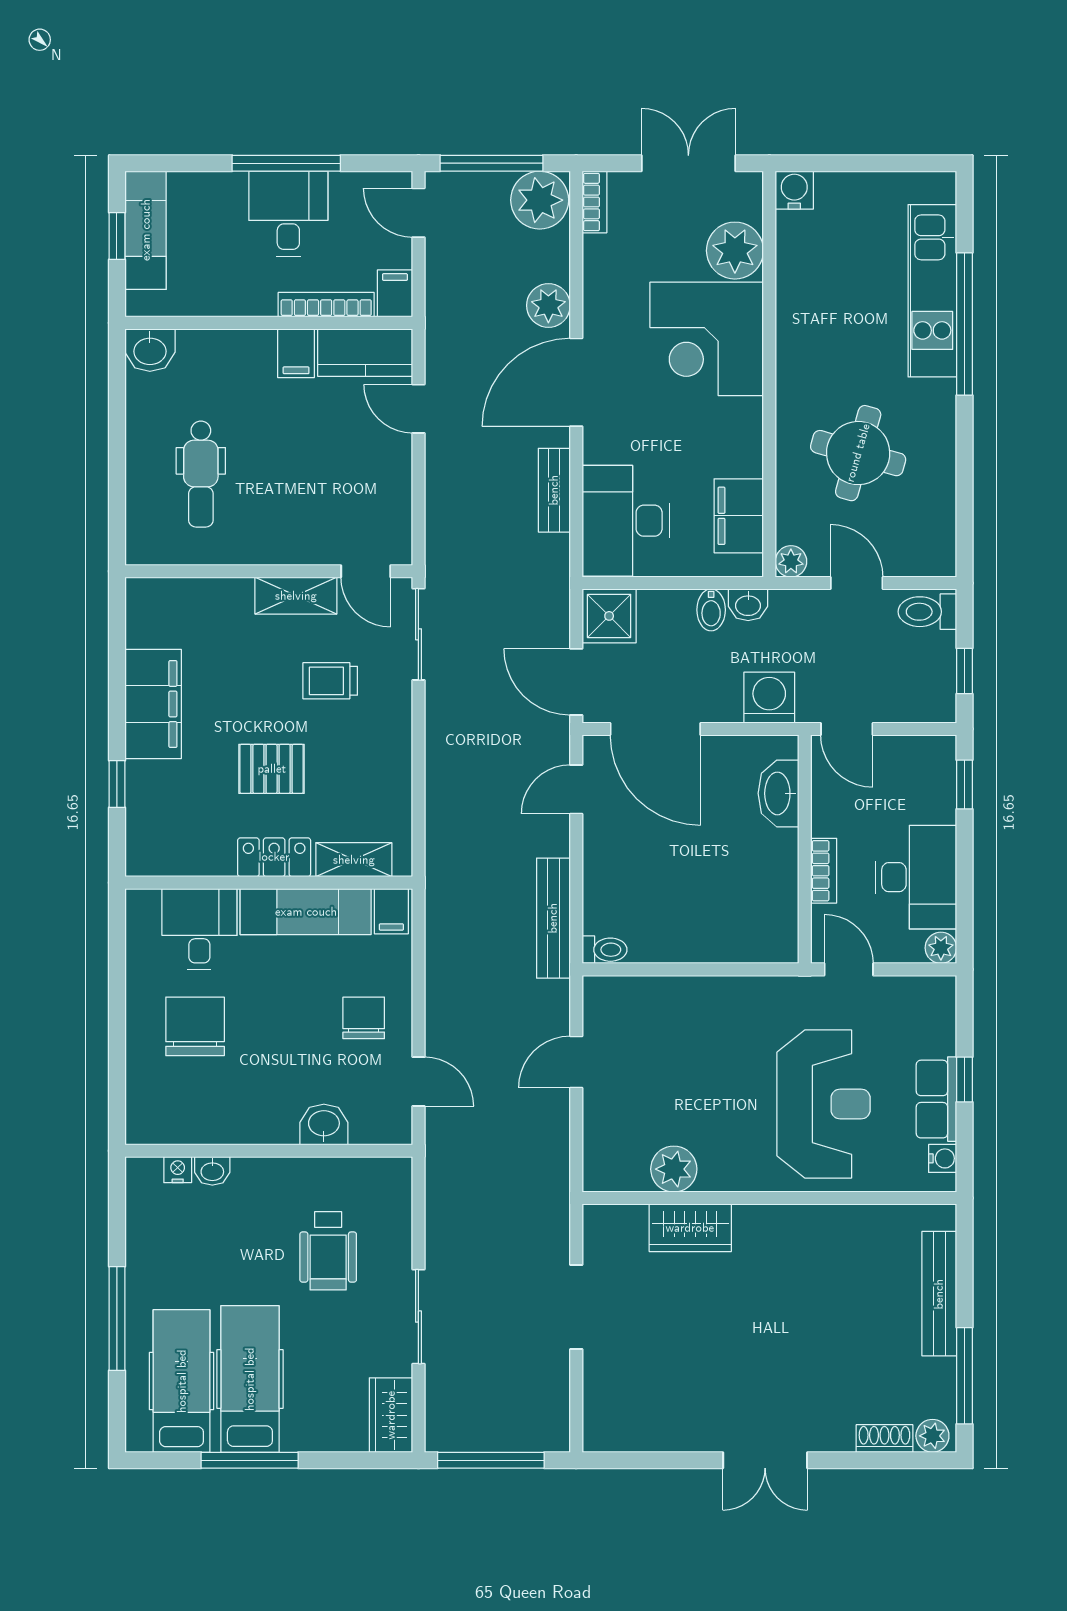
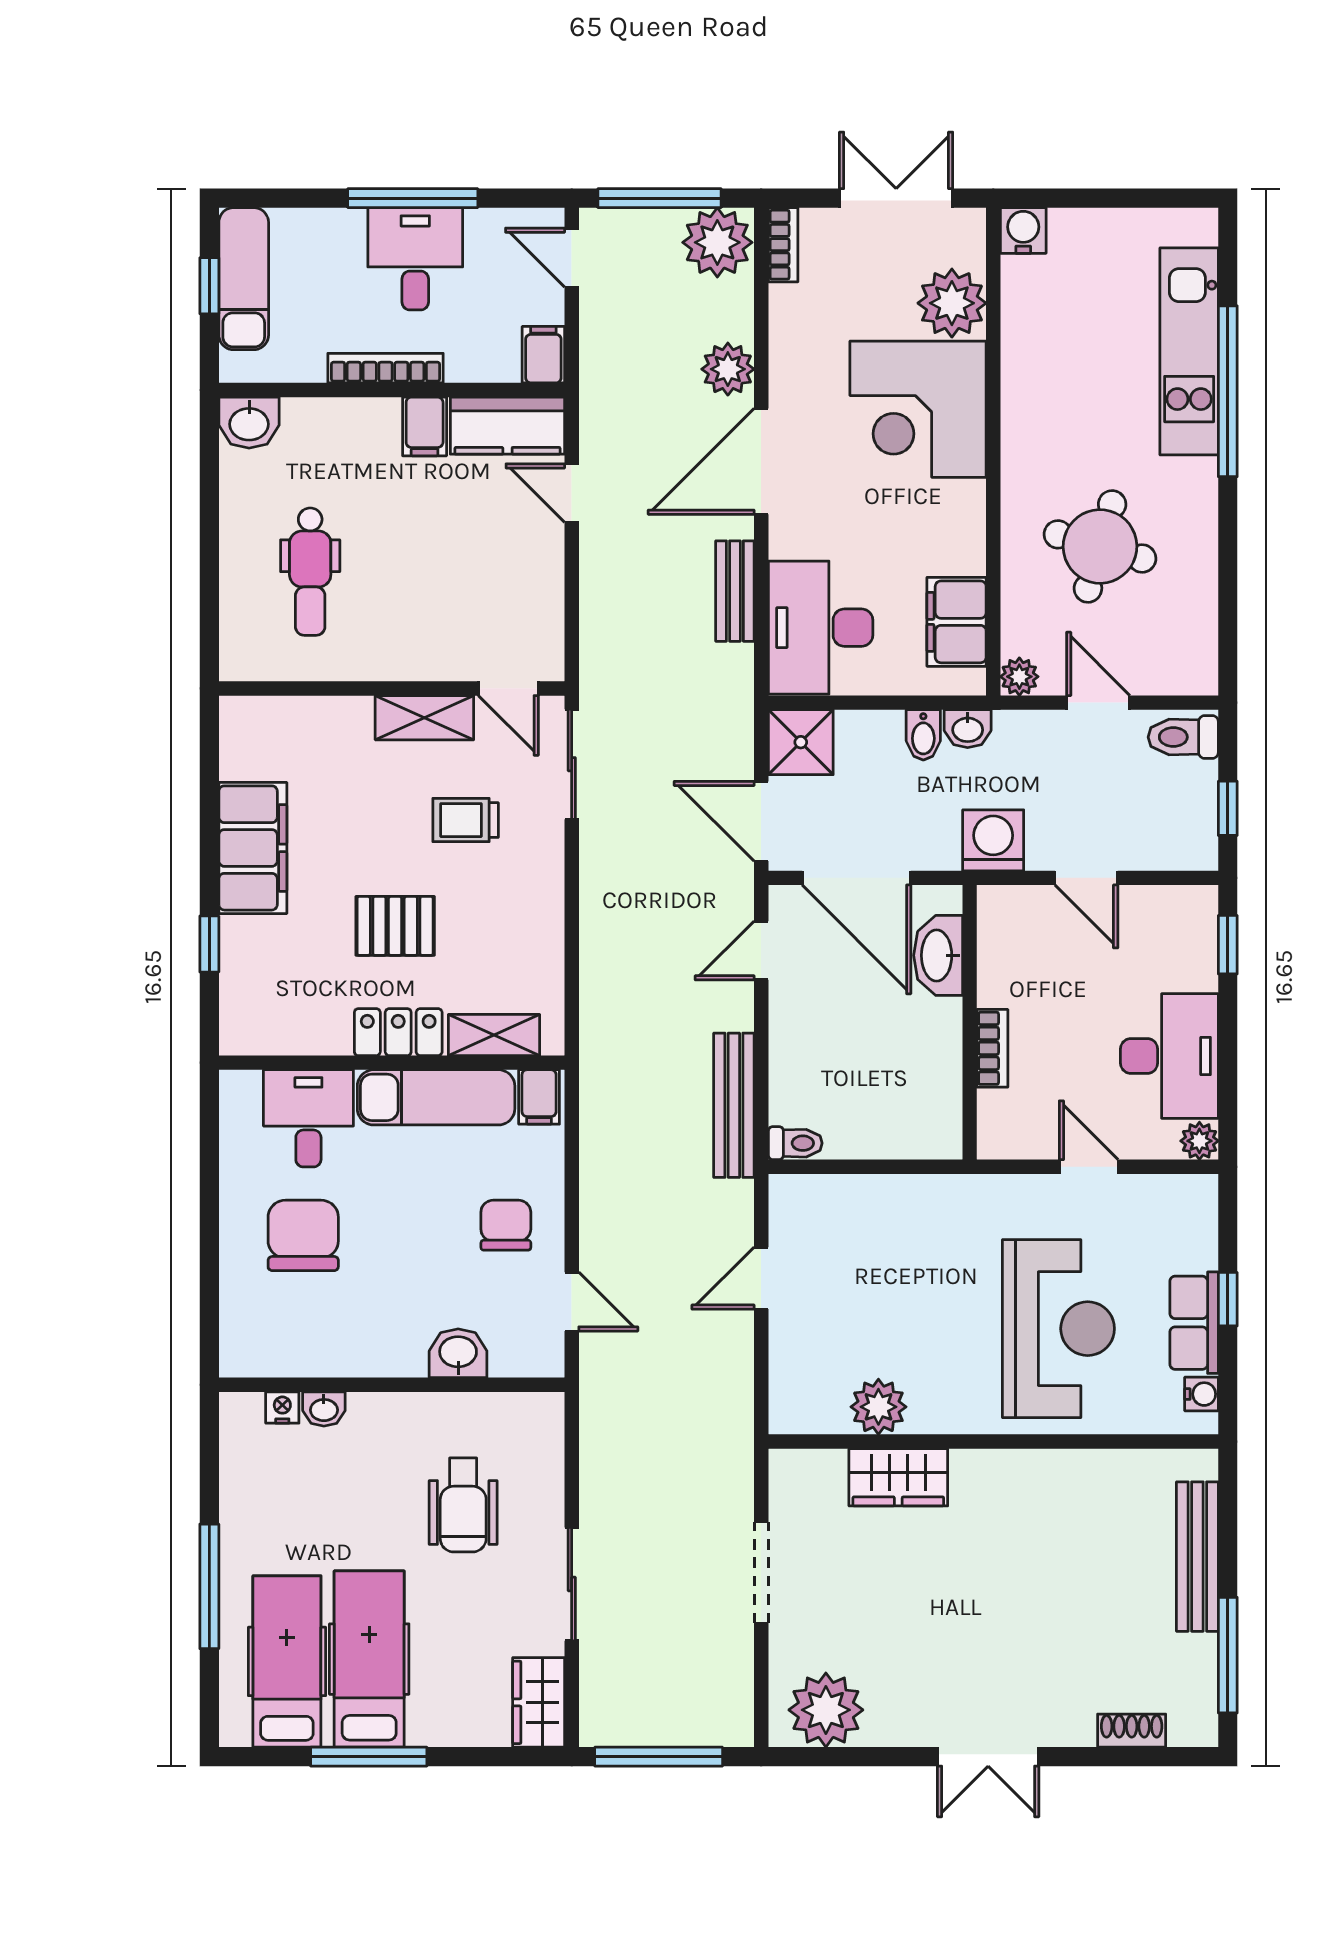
bookcase: (326, 305) -> (385, 368), moved
washbasin: (779, 793) -> (938, 955), moved
wall: (805, 849) -> (970, 1022), moved
bookcase: (824, 871) -> (992, 1048), moved
plant: (932, 1436) -> (826, 1710), moved, width x1.87, depth x1.87

